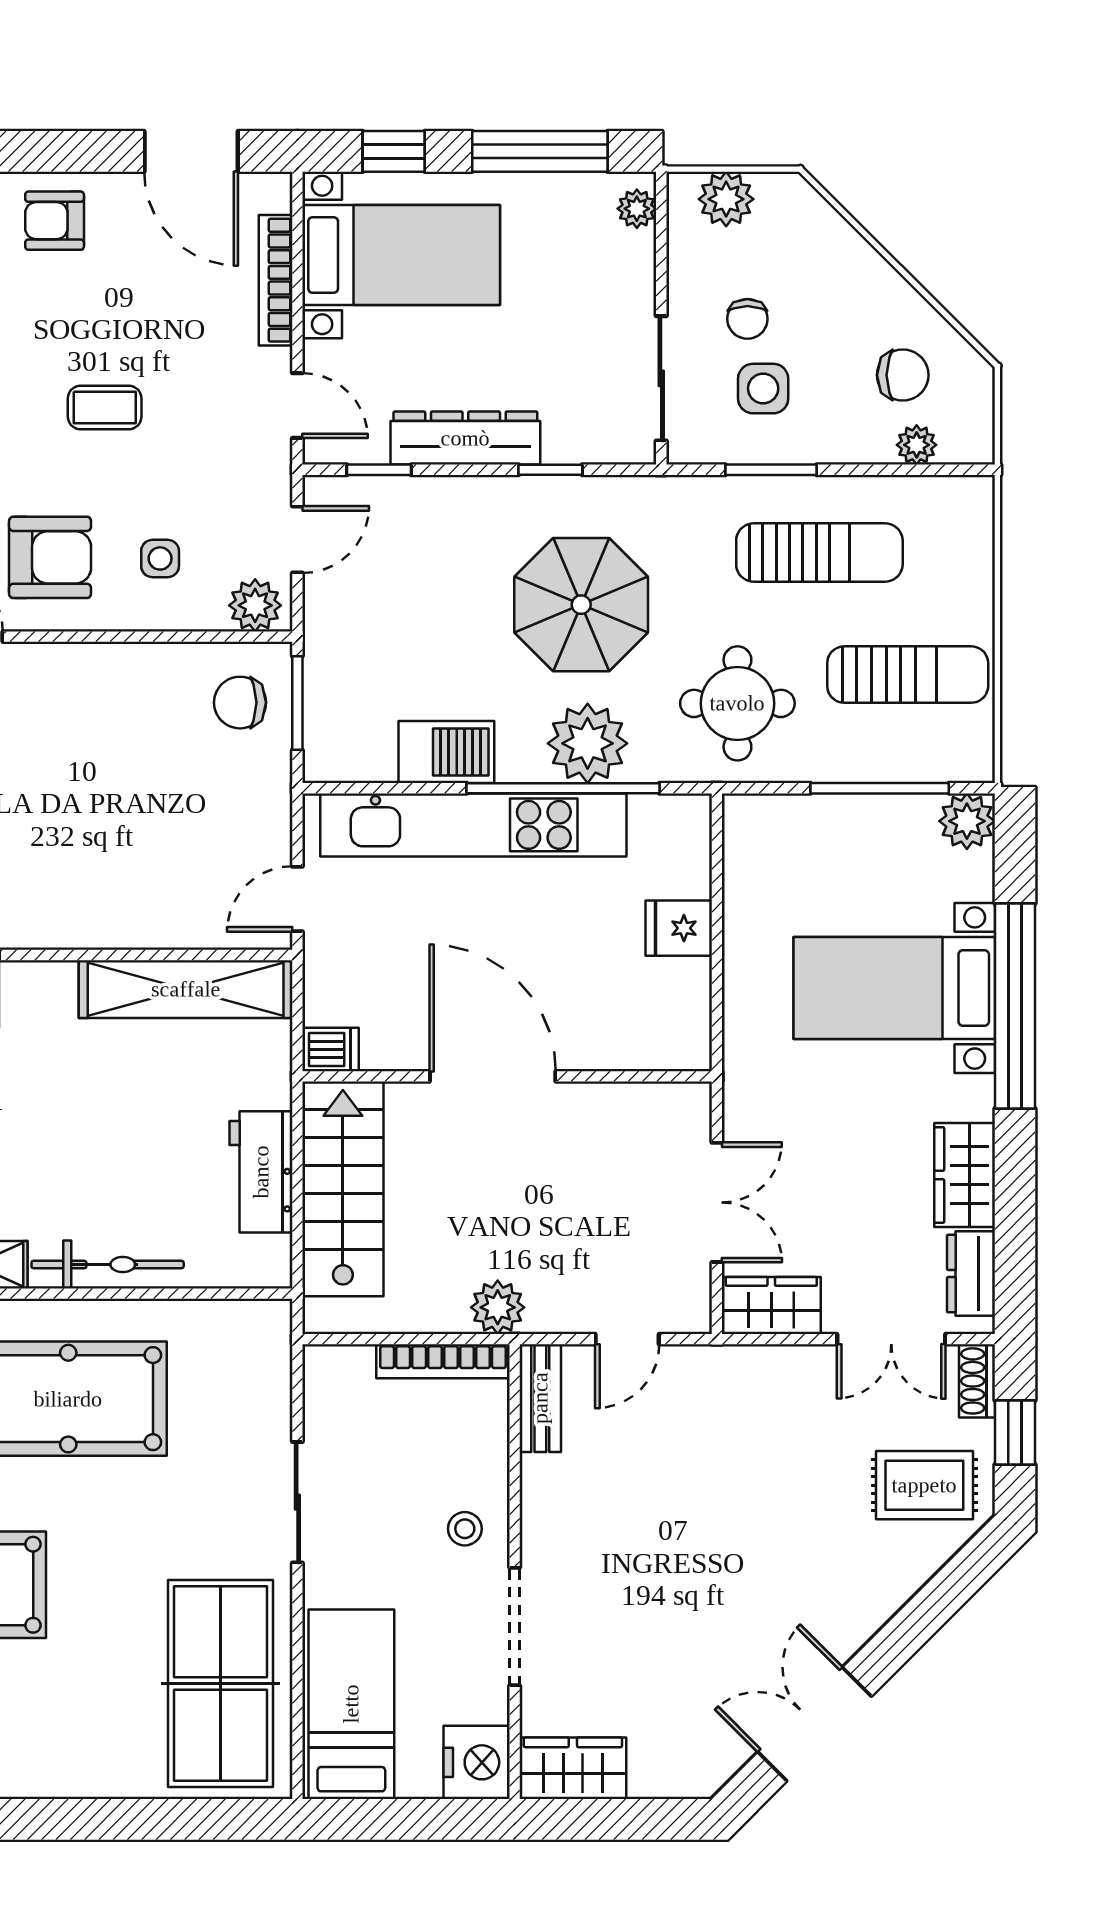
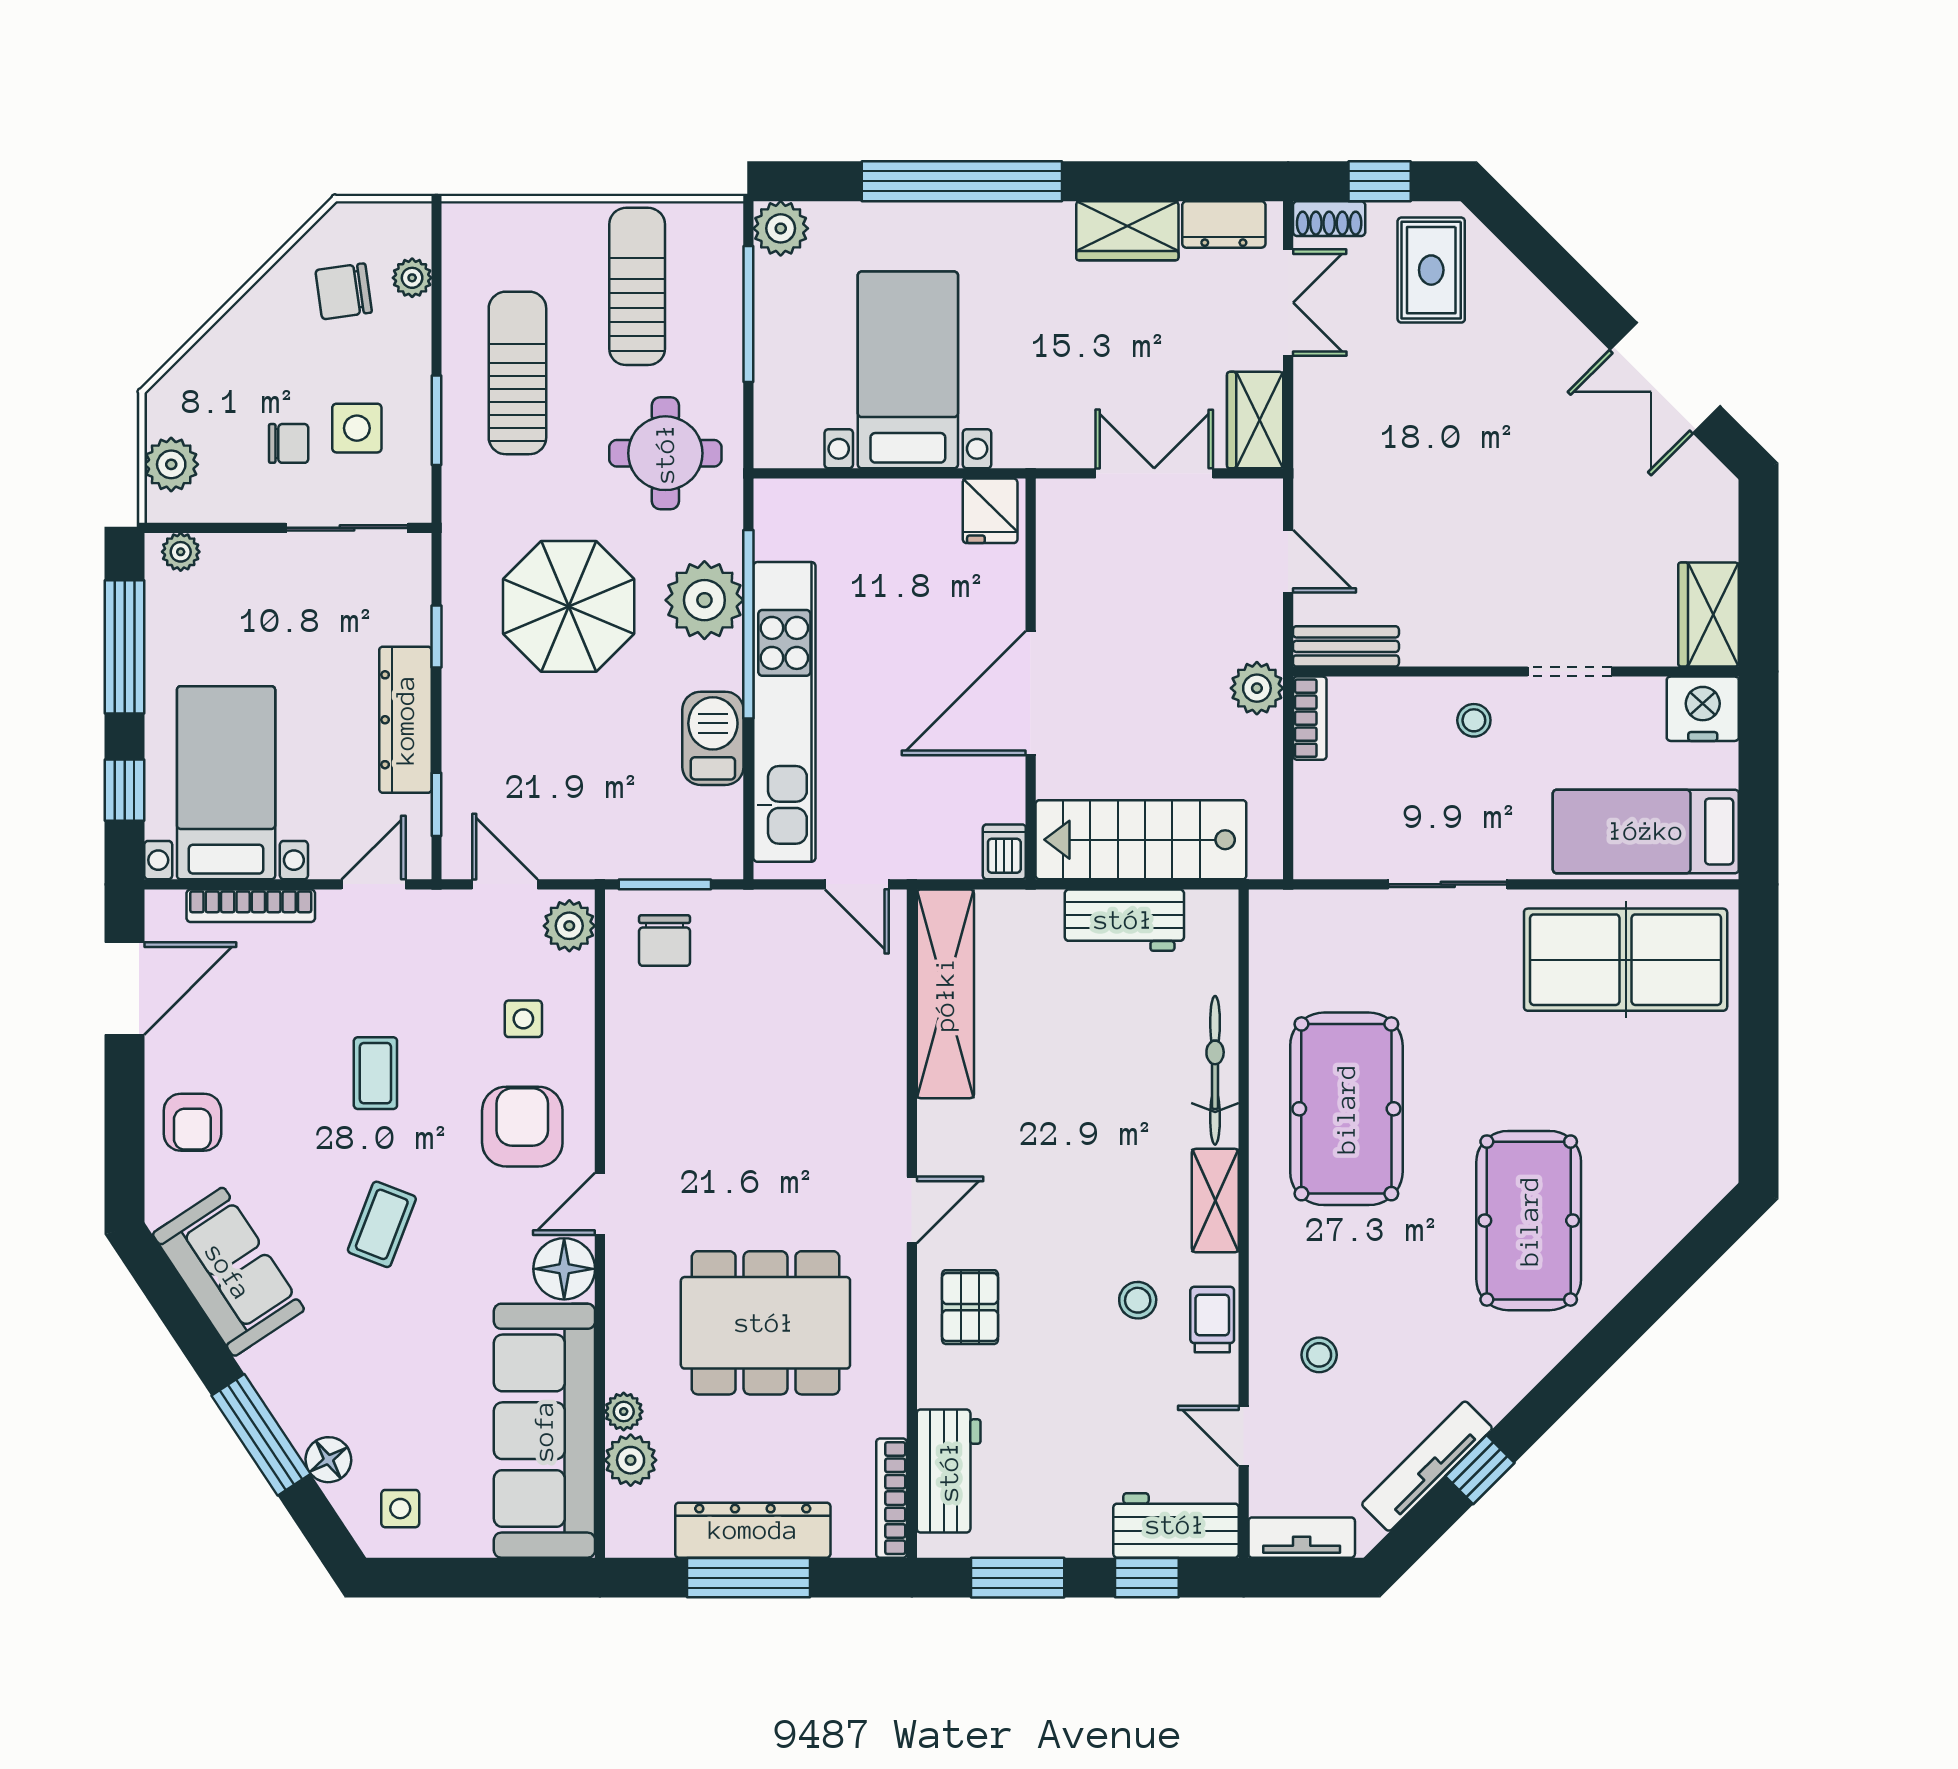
chair: (903, 375) -> (344, 291), turned -98
fridge: (679, 928) -> (990, 511), moved
bed with nightstands: (894, 988) -> (908, 370), moved, turned 180
bookcase: (443, 1361) -> (1310, 718), width x0.64
doorway: (515, 1627) -> (1570, 672), width x0.73

